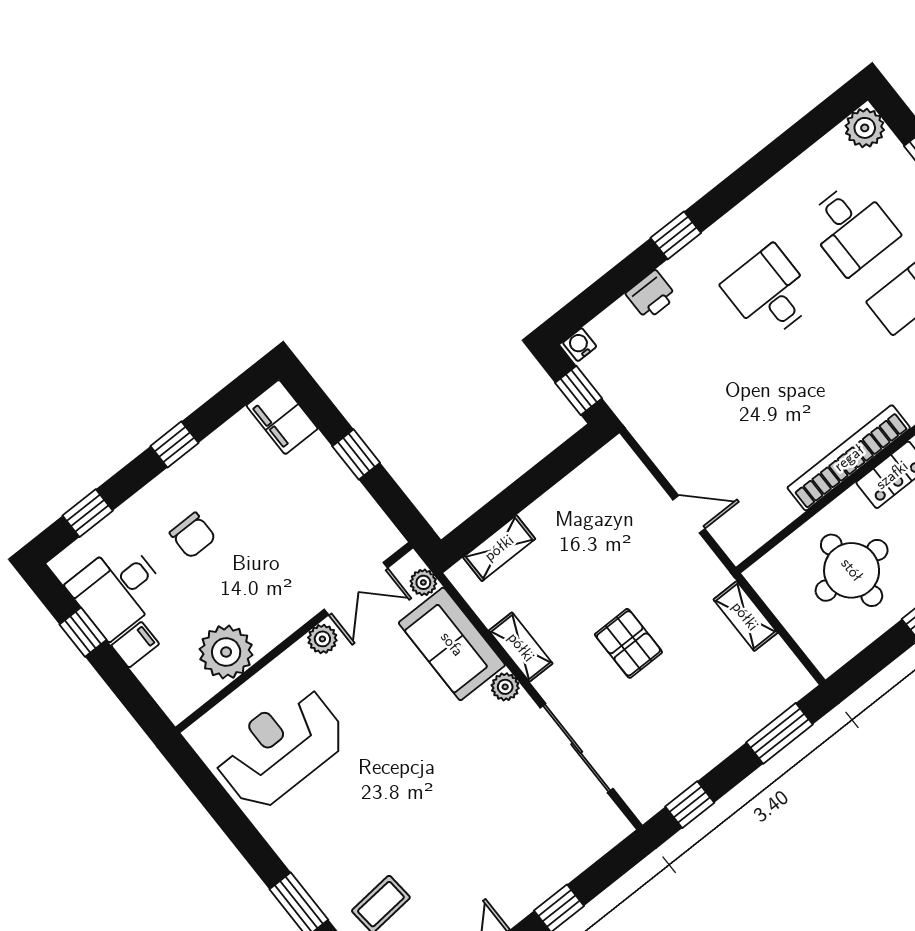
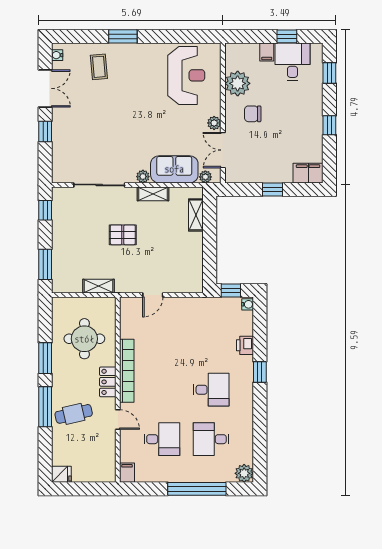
chair: (193, 535) -> (253, 114), moved

